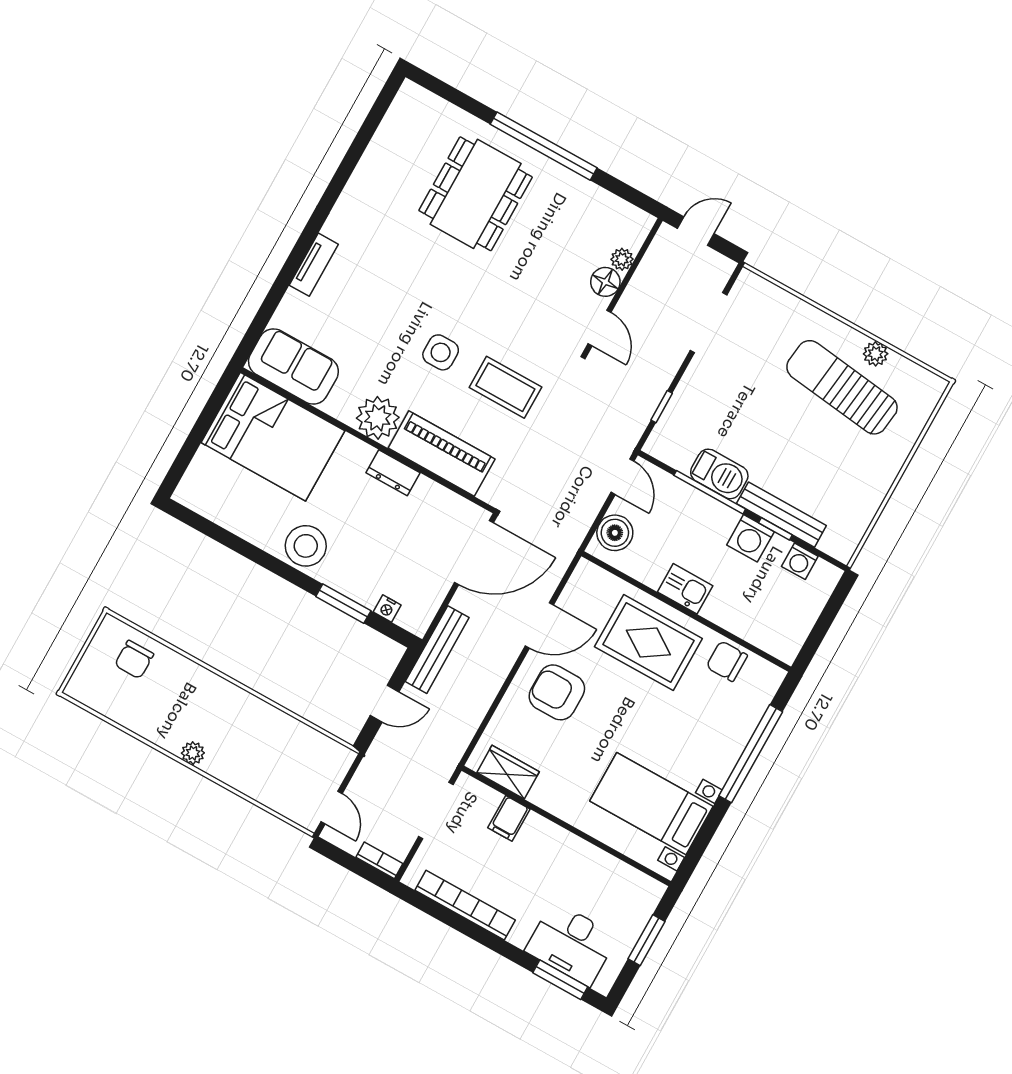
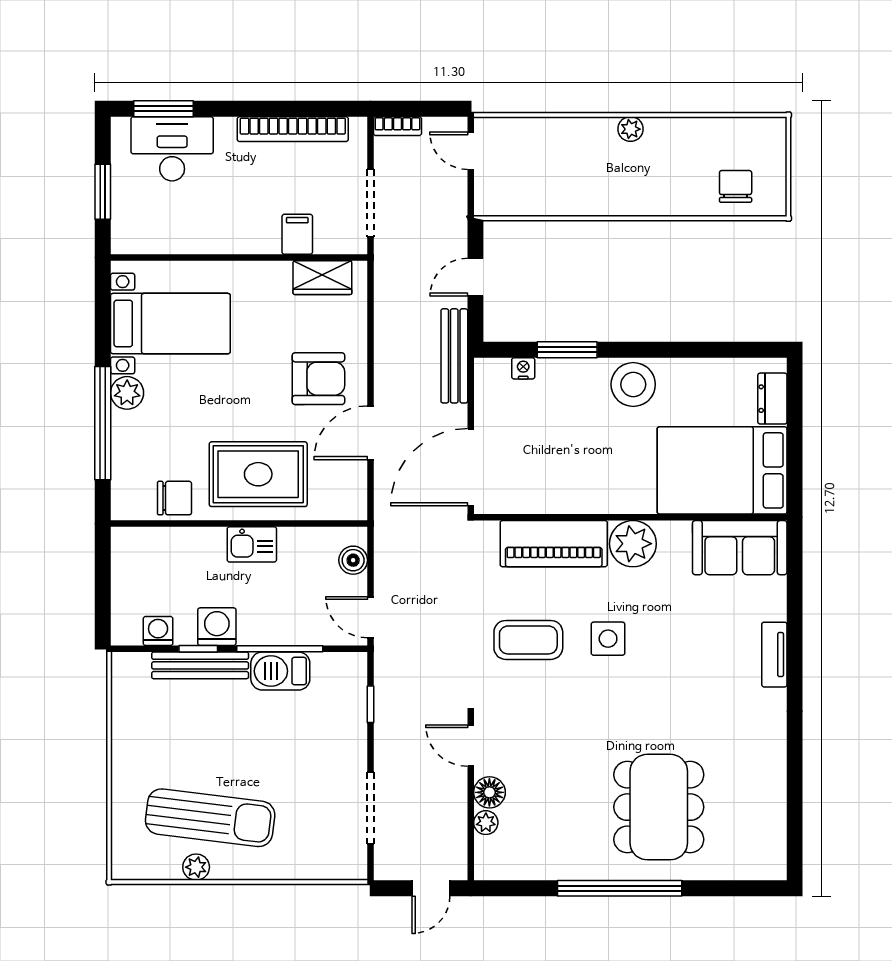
dresser: (393, 473) -> (772, 399), moved, turned -90
boiler: (615, 533) -> (353, 560), width x0.73, depth x0.73
plant: (718, 767) -> (127, 393), added

